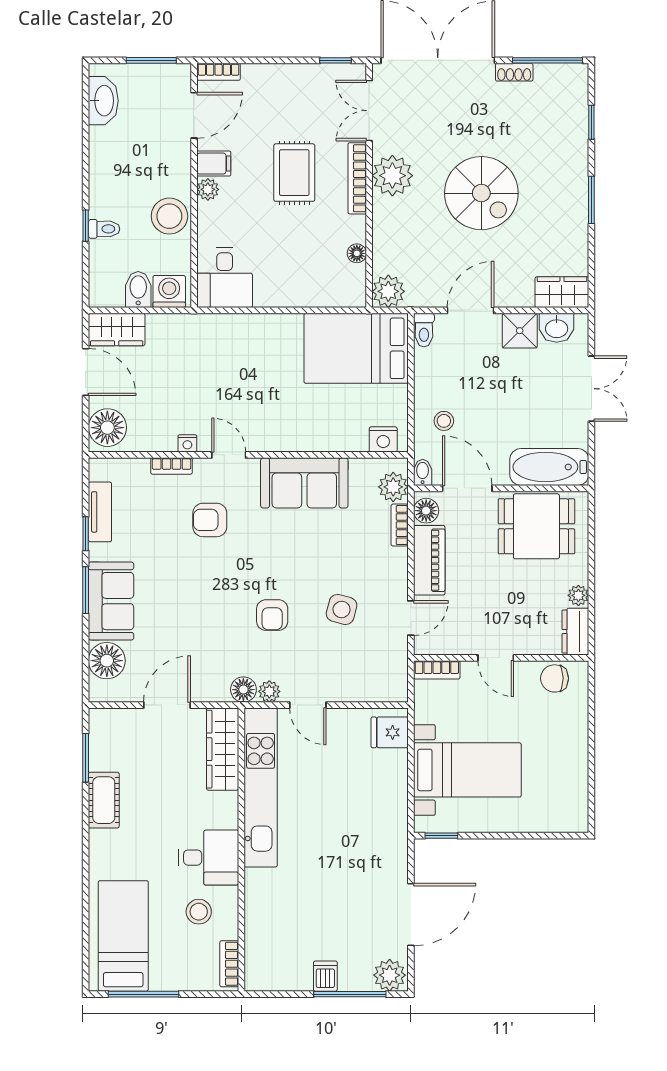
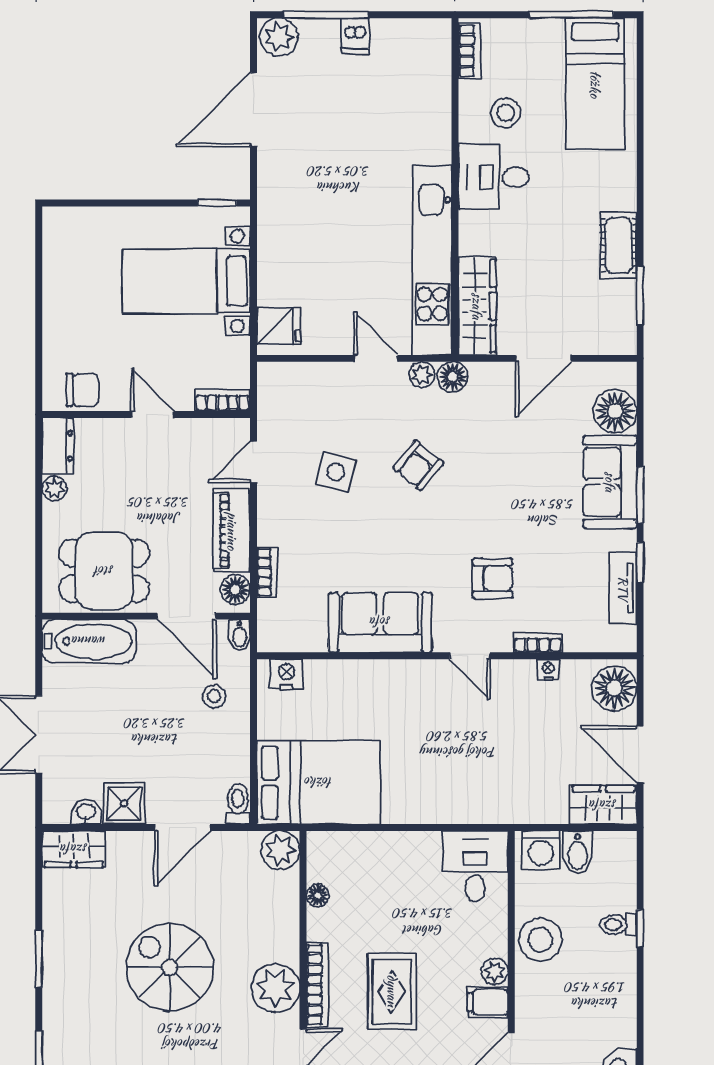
washbasin: (557, 328) -> (86, 812), width x0.72, depth x0.69
nightstand: (187, 443) -> (548, 670), moved
plant: (393, 487) -> (274, 618), removed
armchair: (272, 615) -> (418, 465), turned -141

